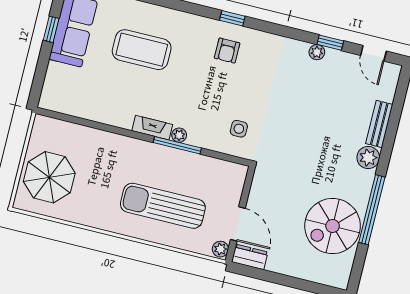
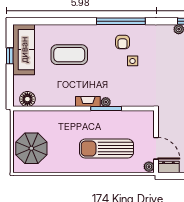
window: (232, 18) -> (121, 21), width x3.17
floor lamp: (62, 101) -> (27, 99), added
side table: (239, 129) -> (133, 61), moved

